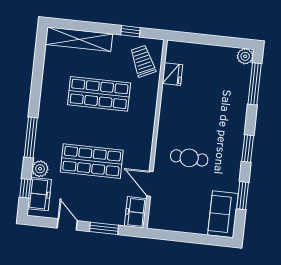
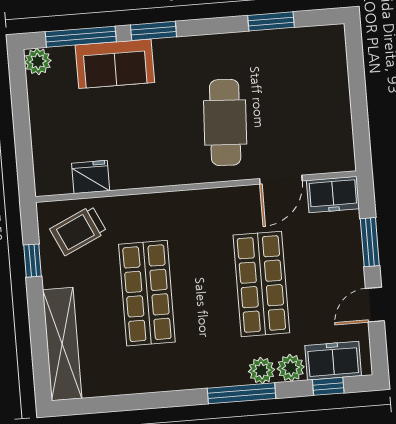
window: (248, 149) -> (153, 31), moved
plant: (42, 152) -> (262, 371), added
cafe table: (189, 158) -> (225, 122), width x1.37, depth x1.35
sofa: (223, 214) -> (115, 64), moved

